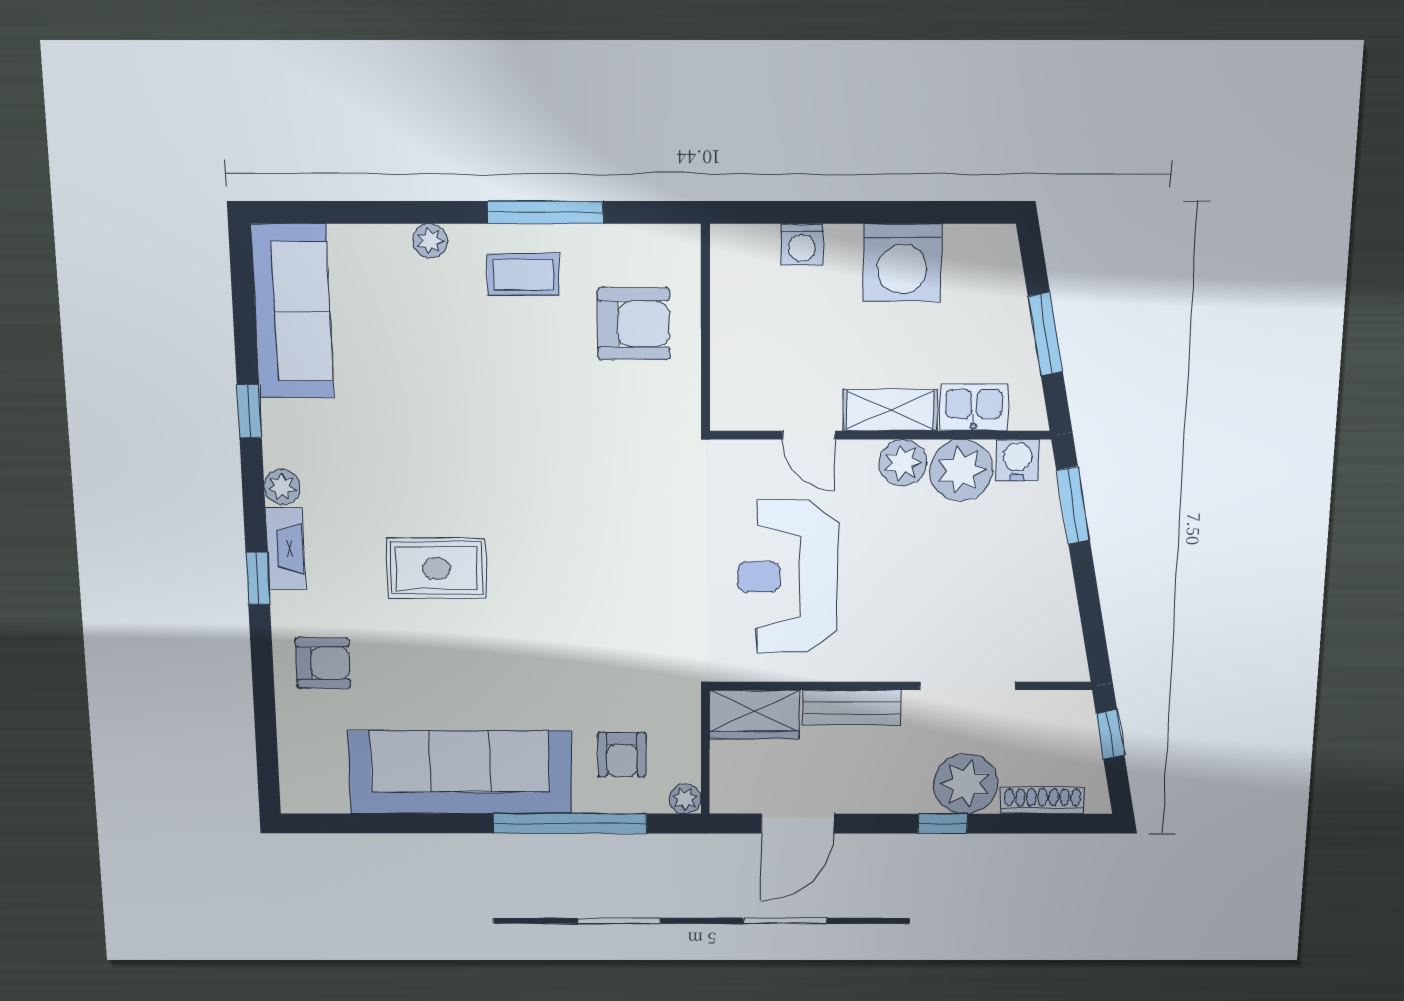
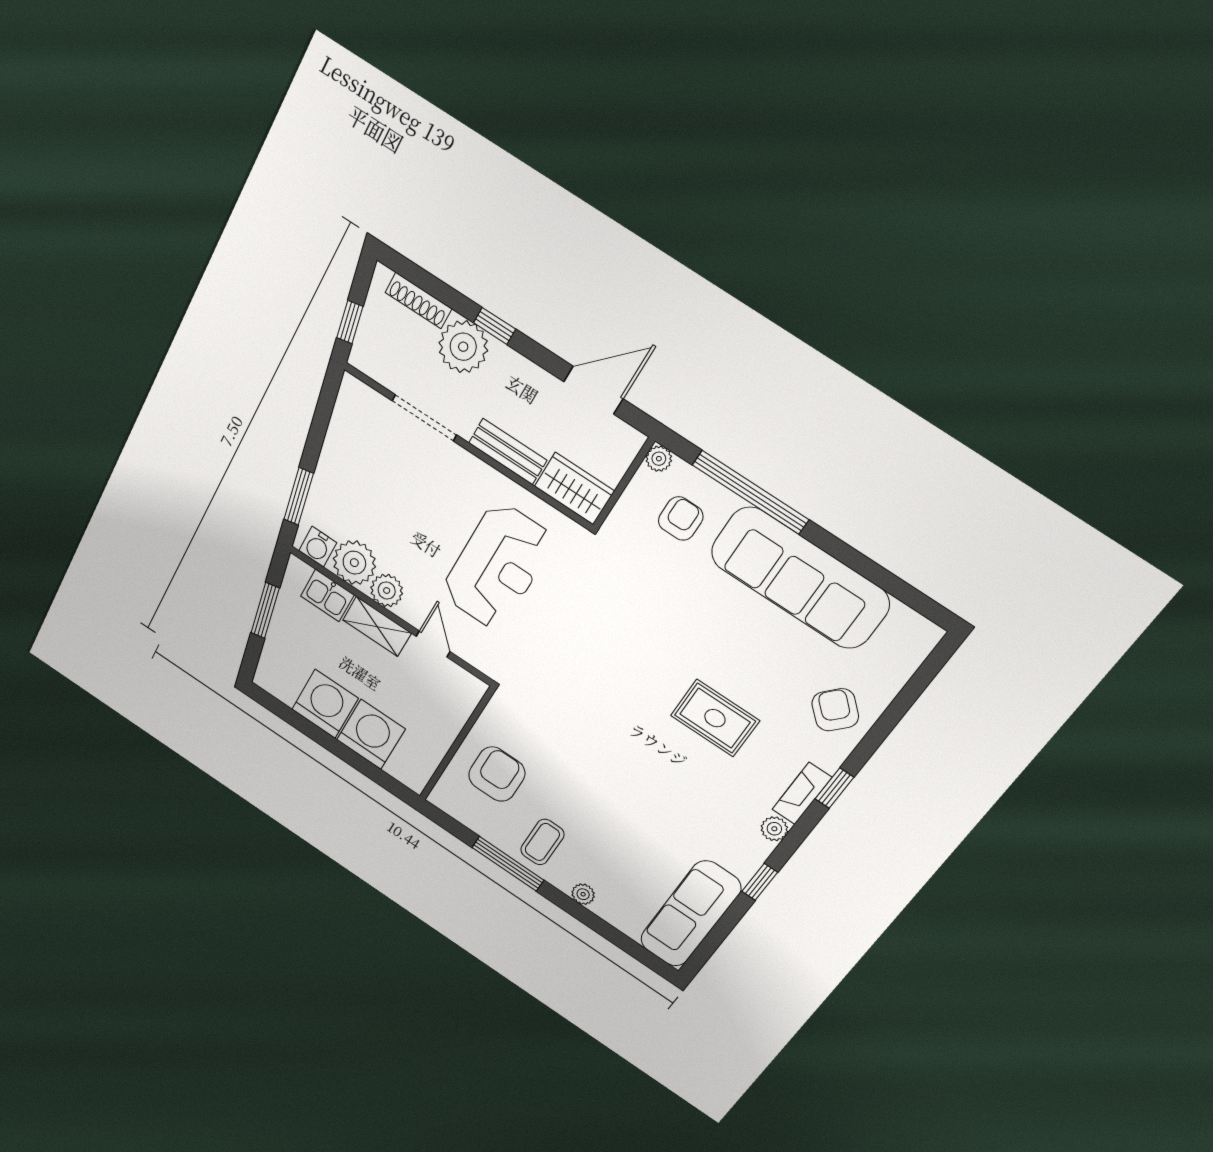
washing machine: (802, 245) -> (371, 734), width x1.89, depth x1.89
coffee table: (523, 274) -> (542, 842), turned 90
armchair: (634, 324) -> (497, 774), turned 90
armchair: (323, 663) -> (835, 710), turned 43

